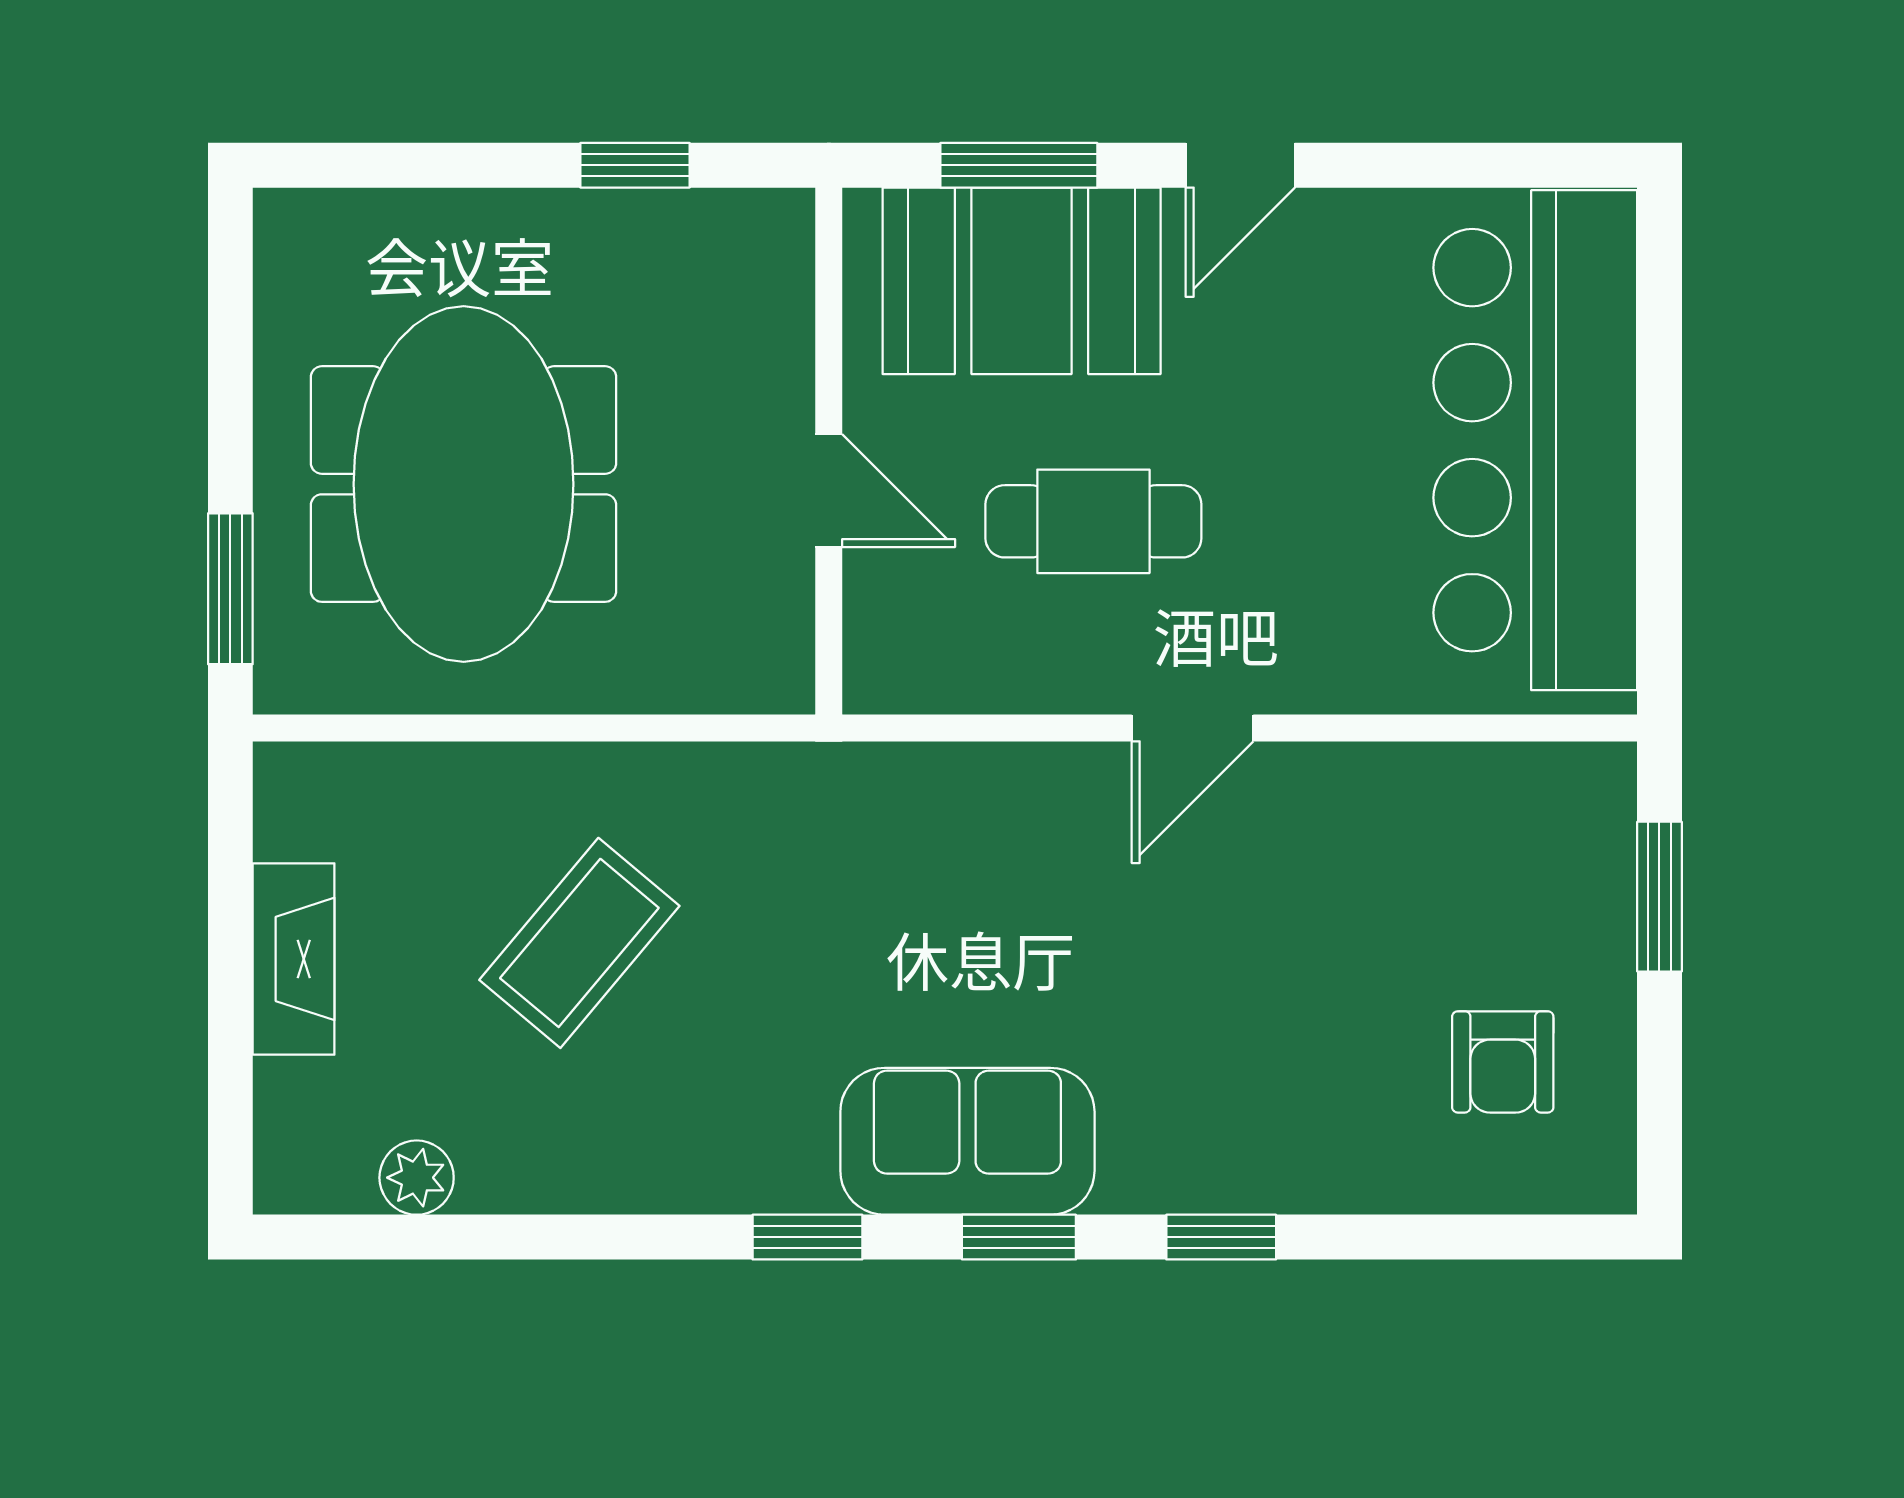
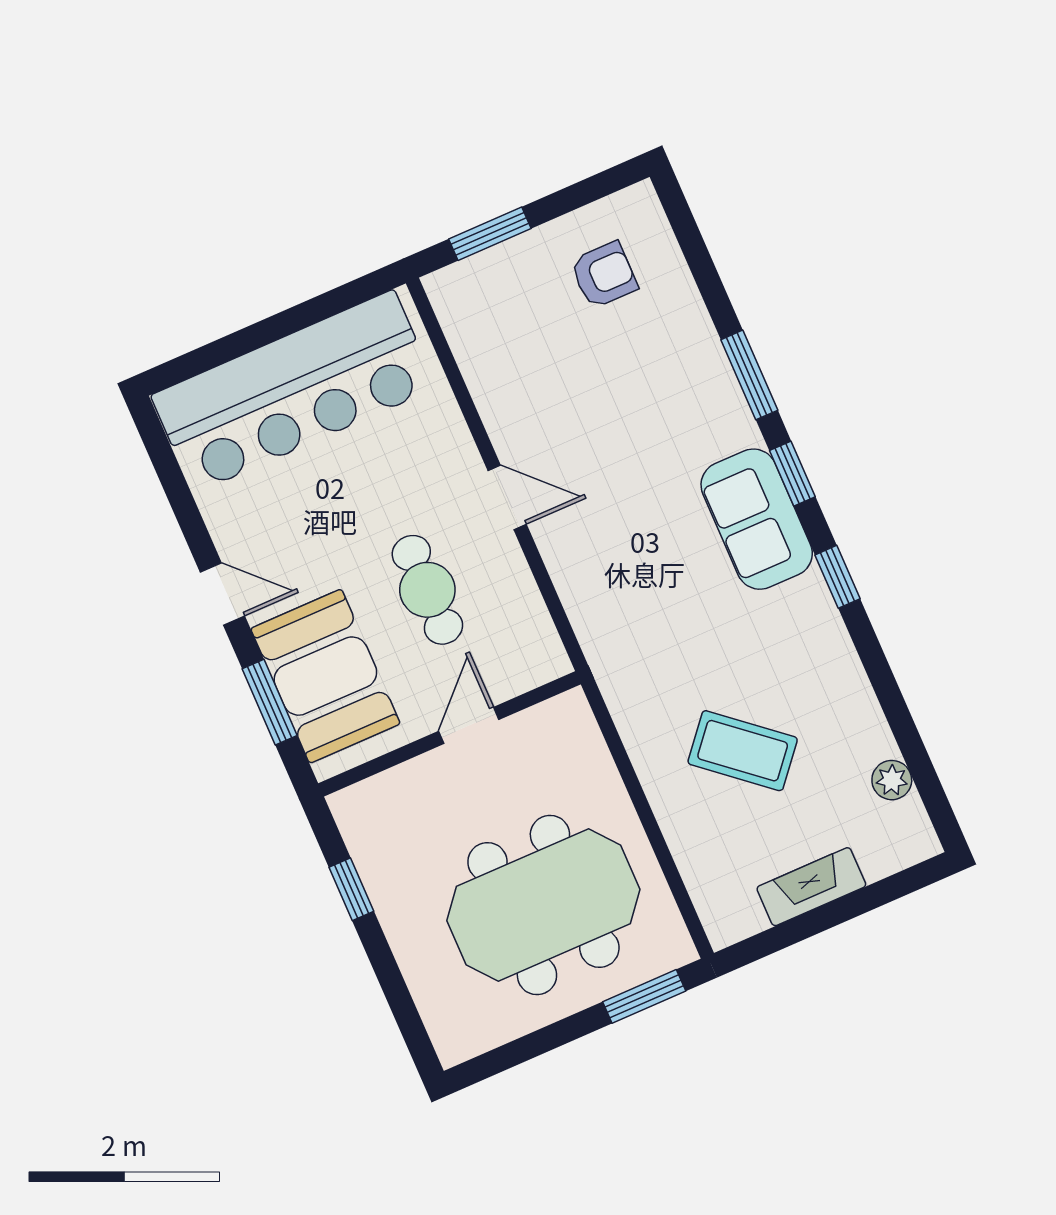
window: (1221, 1237) -> (749, 375), width x1.50

